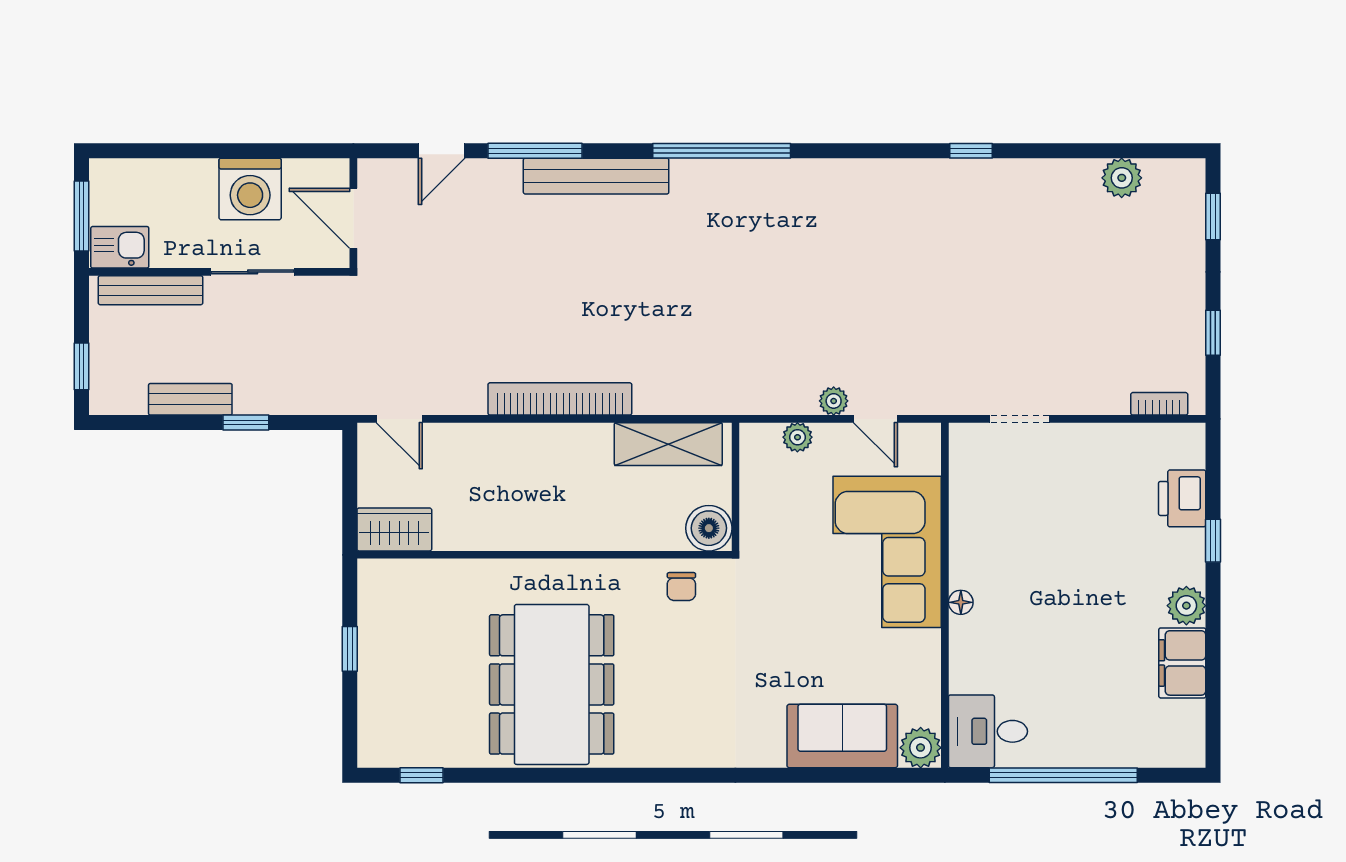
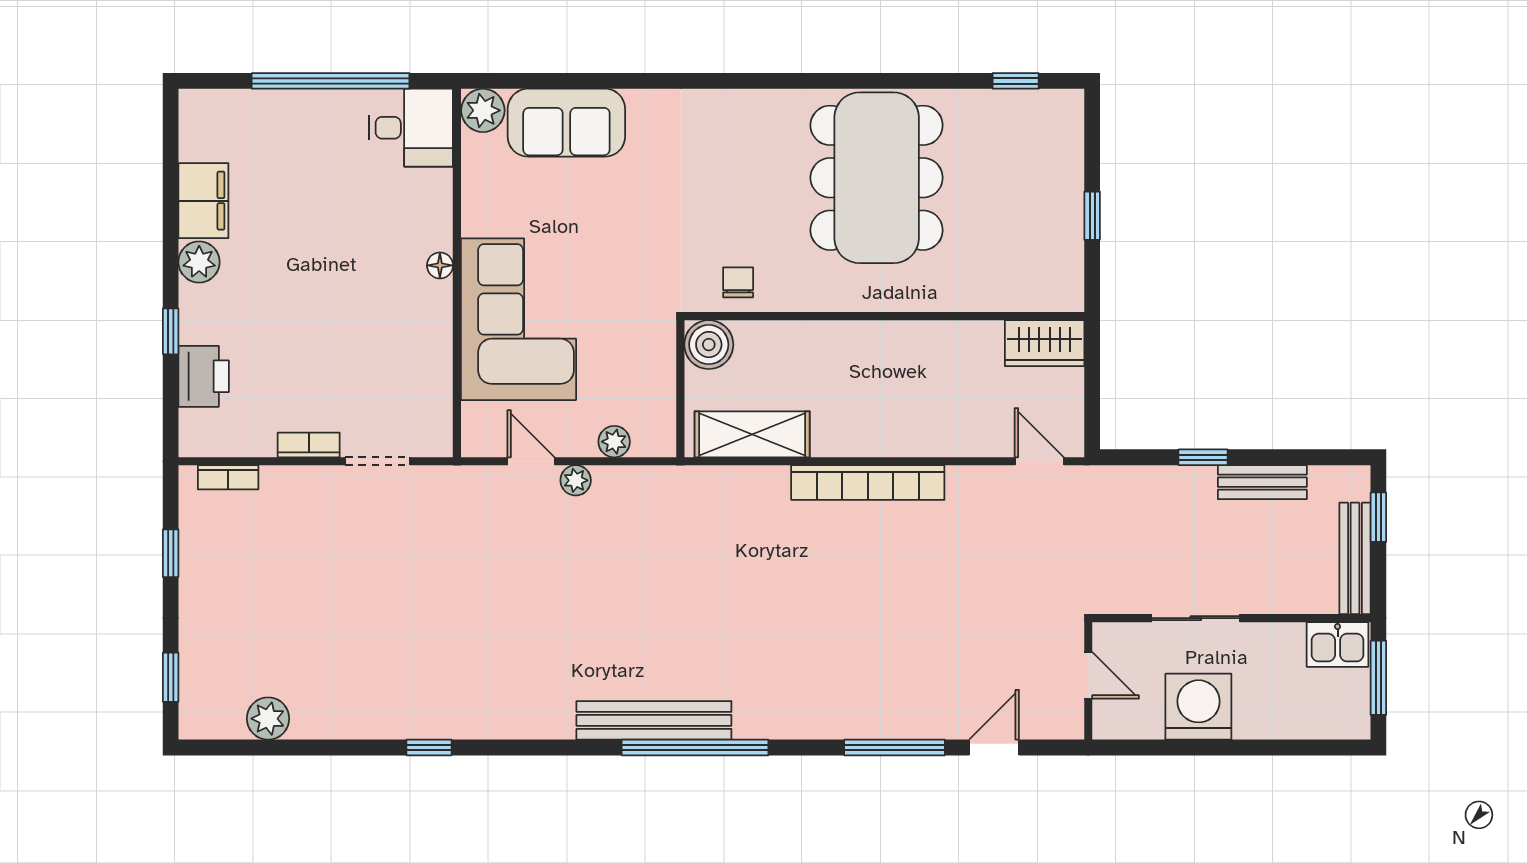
bench: (596, 176) -> (654, 720), moved
door: (353, 218) -> (1088, 675), width x0.73
bench: (151, 290) -> (1355, 558), moved, turned 90
bookcase: (1084, 434) -> (309, 445), added

